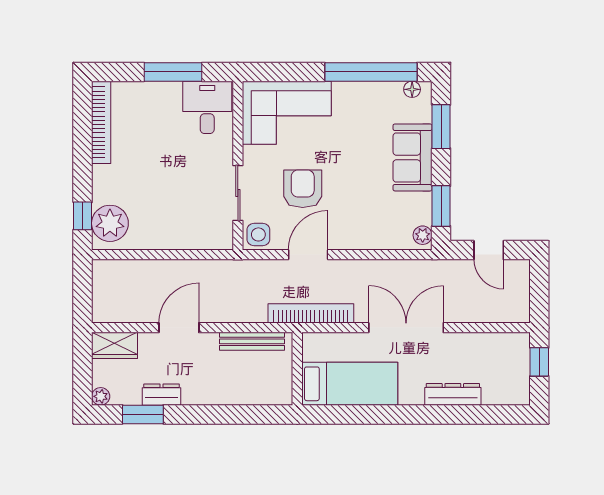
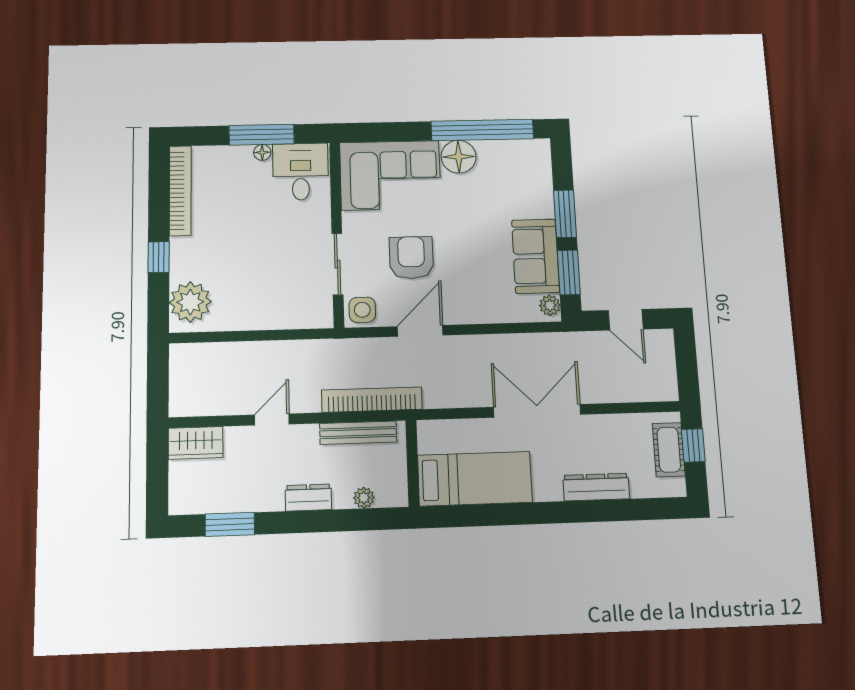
floor lamp: (173, 89) -> (262, 152), added
floor lamp: (412, 89) -> (459, 157), moved, width x1.89, depth x1.89
window: (441, 127) -> (565, 214), moved
sofa: (413, 157) -> (536, 256), moved
window: (83, 216) -> (159, 257), moved
bookcase: (311, 313) -> (372, 400), moved
door: (179, 328) -> (272, 419), width x0.73
cot: (518, 365) -> (669, 450), added
dresser: (162, 395) -> (308, 497), moved
plant: (101, 396) -> (364, 498), moved

